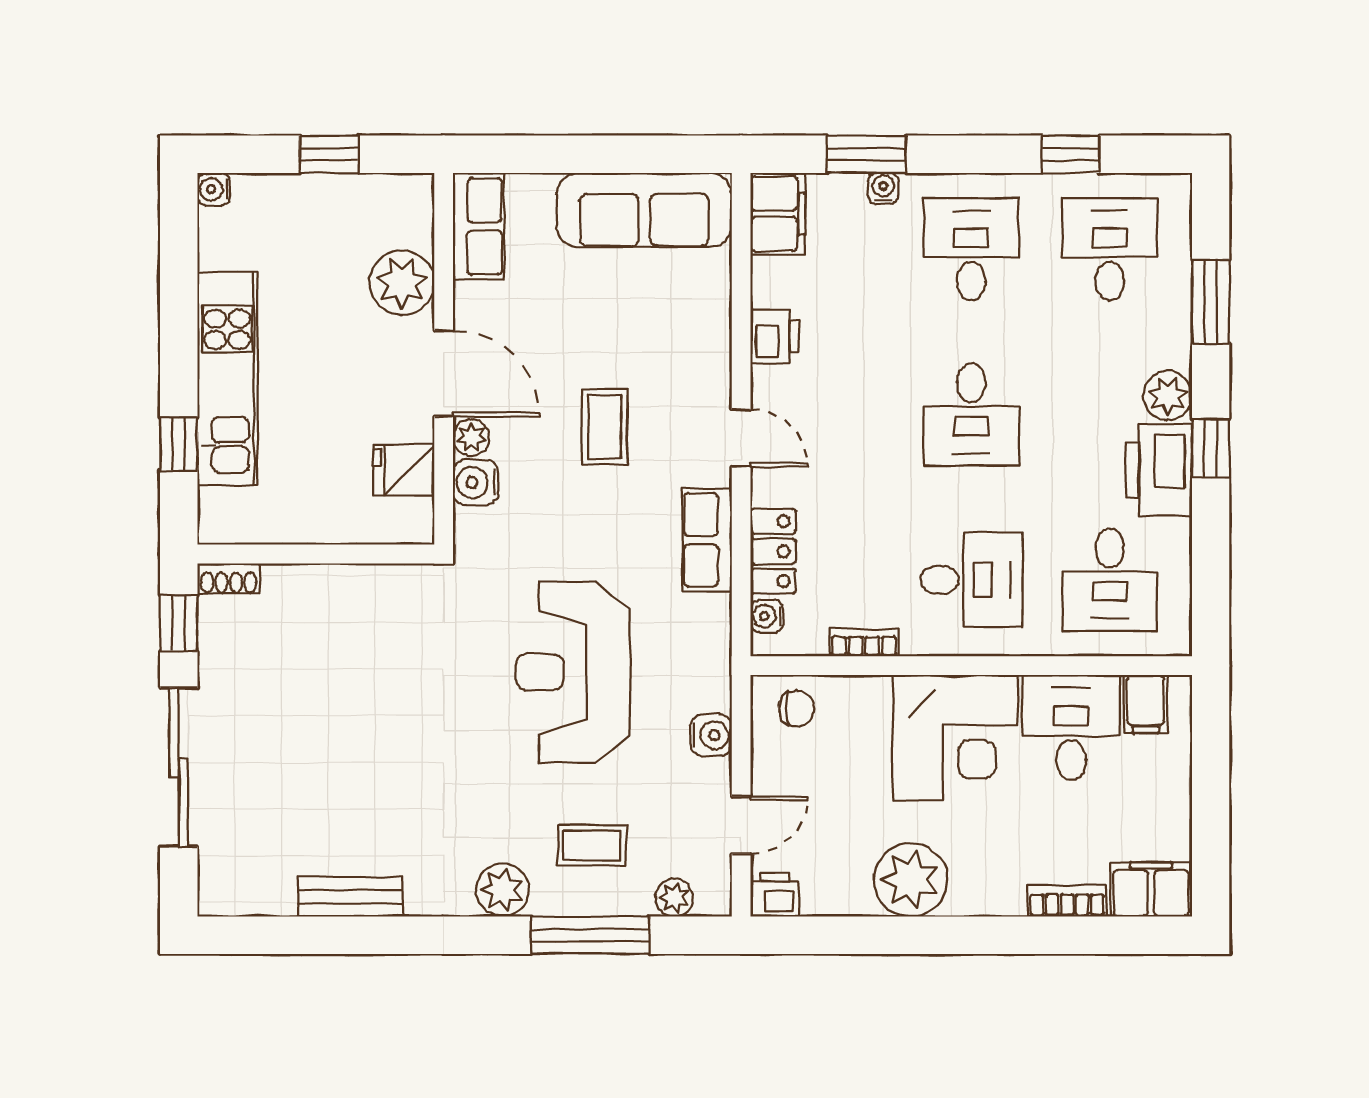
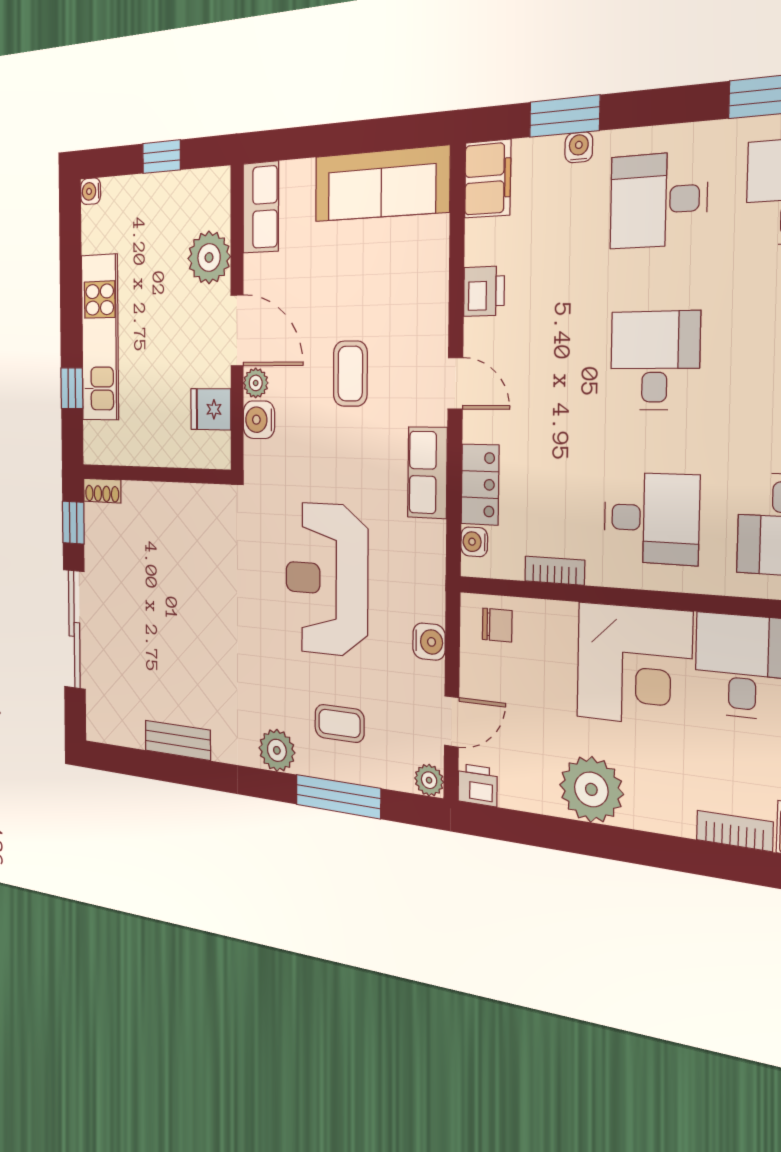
desk: (971, 249) -> (658, 200), turned -90
desk: (971, 415) -> (655, 361), turned 180
plant: (674, 898) -> (429, 780), moved

